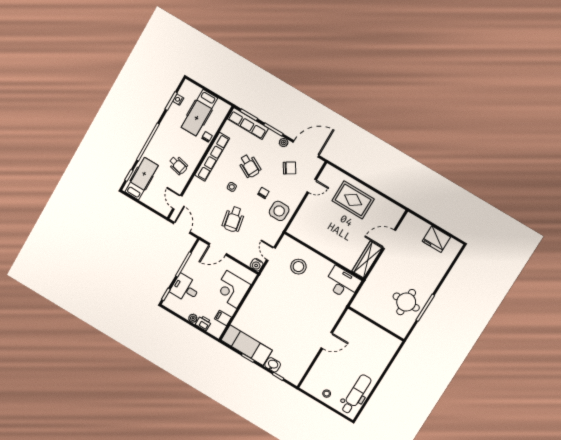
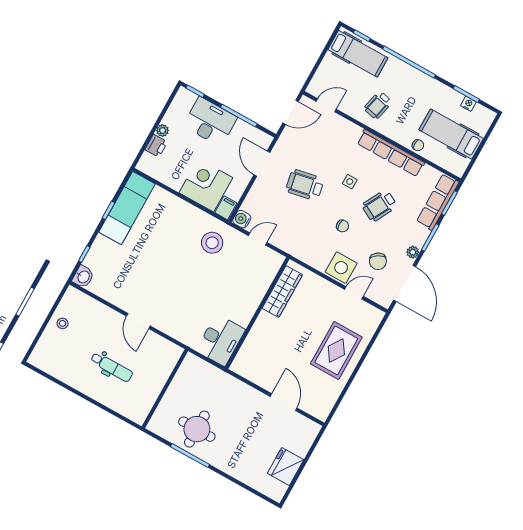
door: (312, 186) -> (354, 293), swing flipped
side table: (279, 211) -> (341, 268), moved
wardrobe: (367, 260) -> (282, 291), moved, turned 90
stool: (298, 267) -> (212, 243), moved
desk: (185, 288) -> (210, 122), width x1.37
filing cabinet: (223, 318) -> (226, 208), moved
washbasin: (273, 365) -> (83, 277), moved
dental chair: (356, 394) -> (112, 367), moved, width x0.73, depth x0.72

